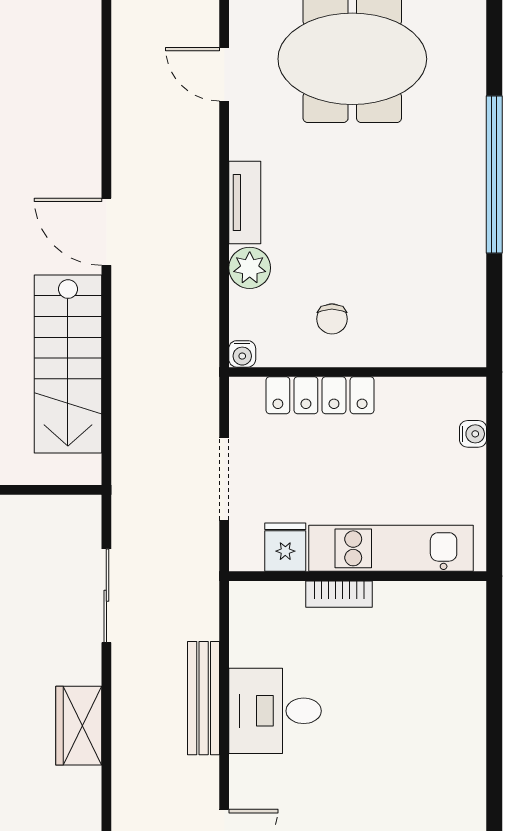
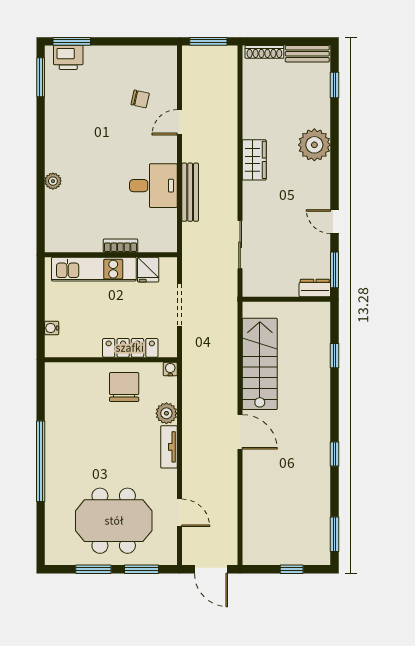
chair: (332, 319) -> (124, 387), width x1.87, depth x1.87
plant: (470, 720) -> (53, 181), added
wardrobe: (79, 726) -> (254, 160), moved

